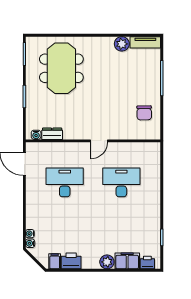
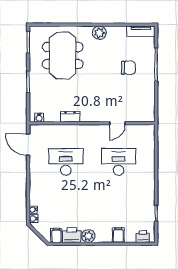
plant: (122, 44) -> (99, 33), moved
chair: (144, 113) -> (128, 68), moved, turned -89
dresser: (52, 134) -> (70, 117), moved
door: (99, 141) -> (117, 123), moved
filing cabinet: (127, 261) -> (118, 235), width x0.50
plant: (107, 262) -> (88, 236), moved

